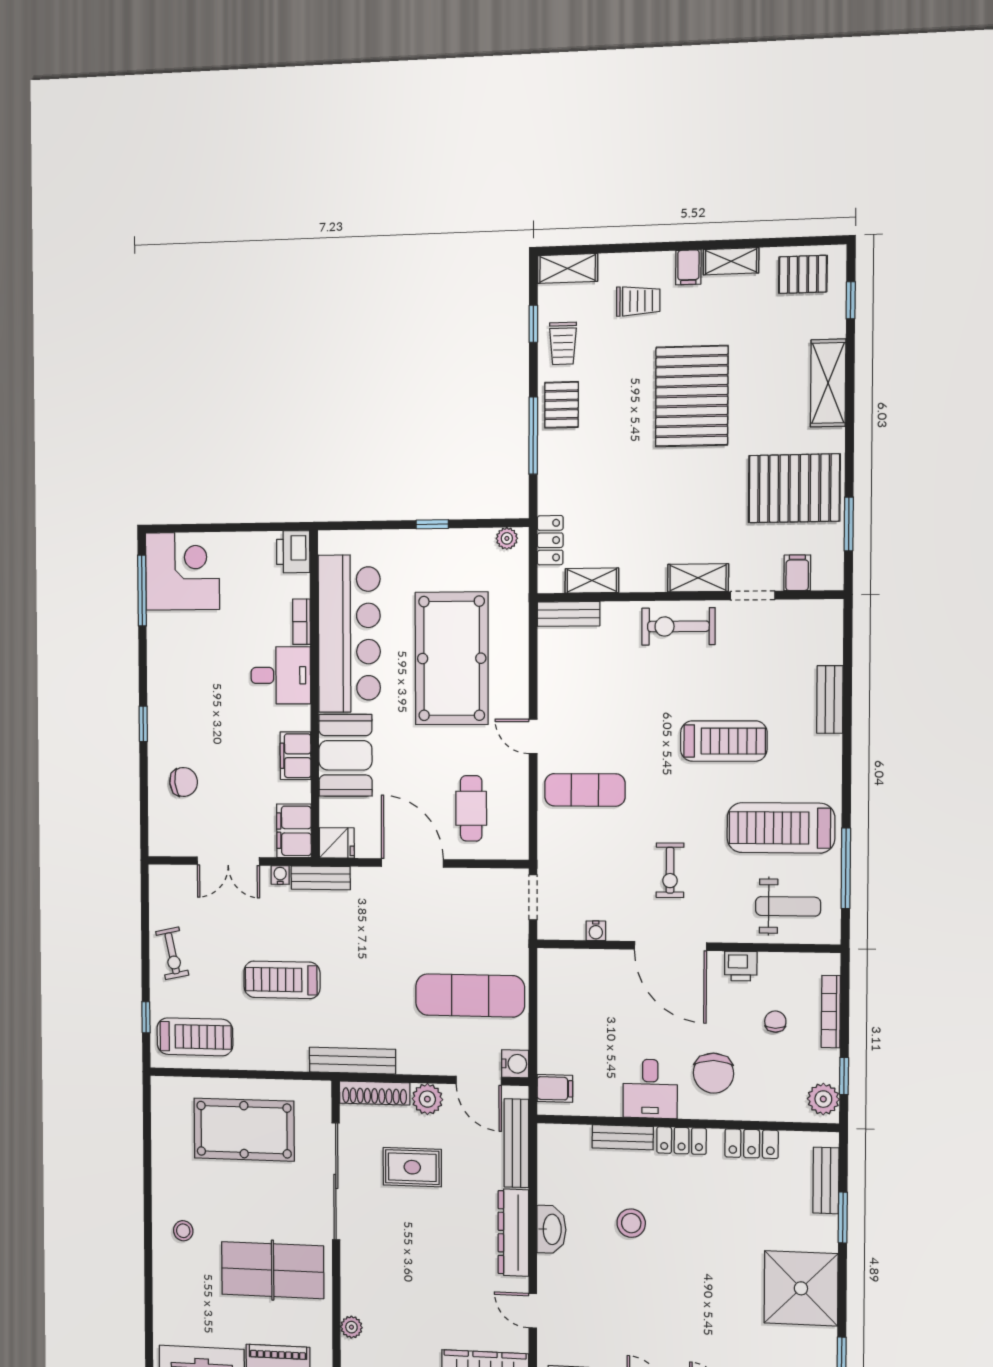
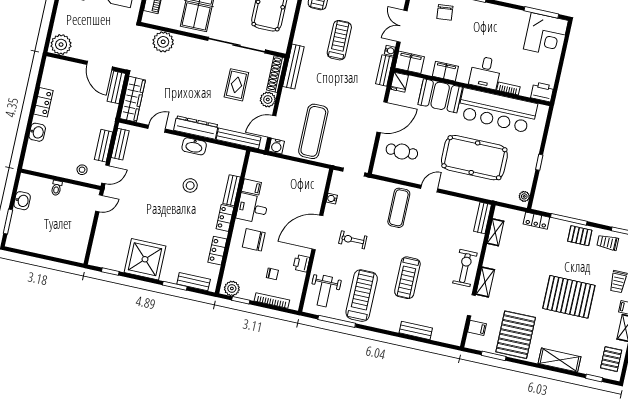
locker: (550, 540) -> (536, 221), moved
filing cabinet: (555, 1088) -> (251, 187), moved, turned -90
plant: (351, 1327) -> (163, 42), width x1.88, depth x1.88

